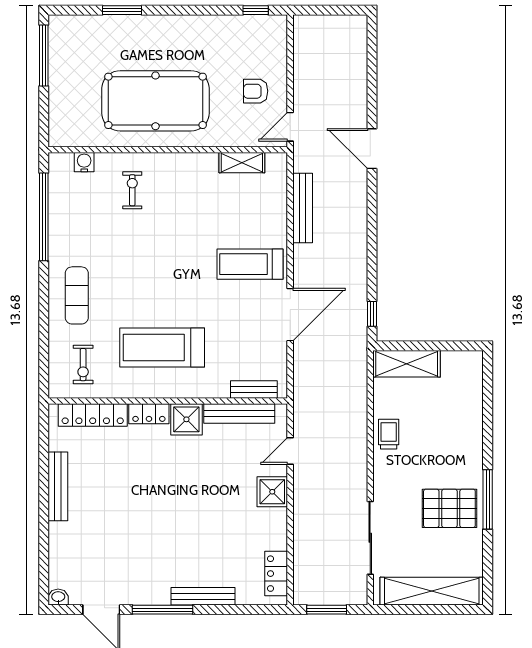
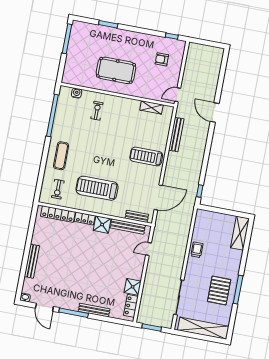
armchair: (256, 91) -> (162, 59), moved
pool table: (156, 101) -> (116, 70), width x0.73, depth x0.76
door: (290, 315) -> (158, 197), moved
shelving: (407, 364) -> (240, 233), moved, turned 90
bench: (58, 486) -> (32, 261), moved
shower: (272, 492) -> (133, 287), moved
pallet: (449, 508) -> (219, 290), turned 90

